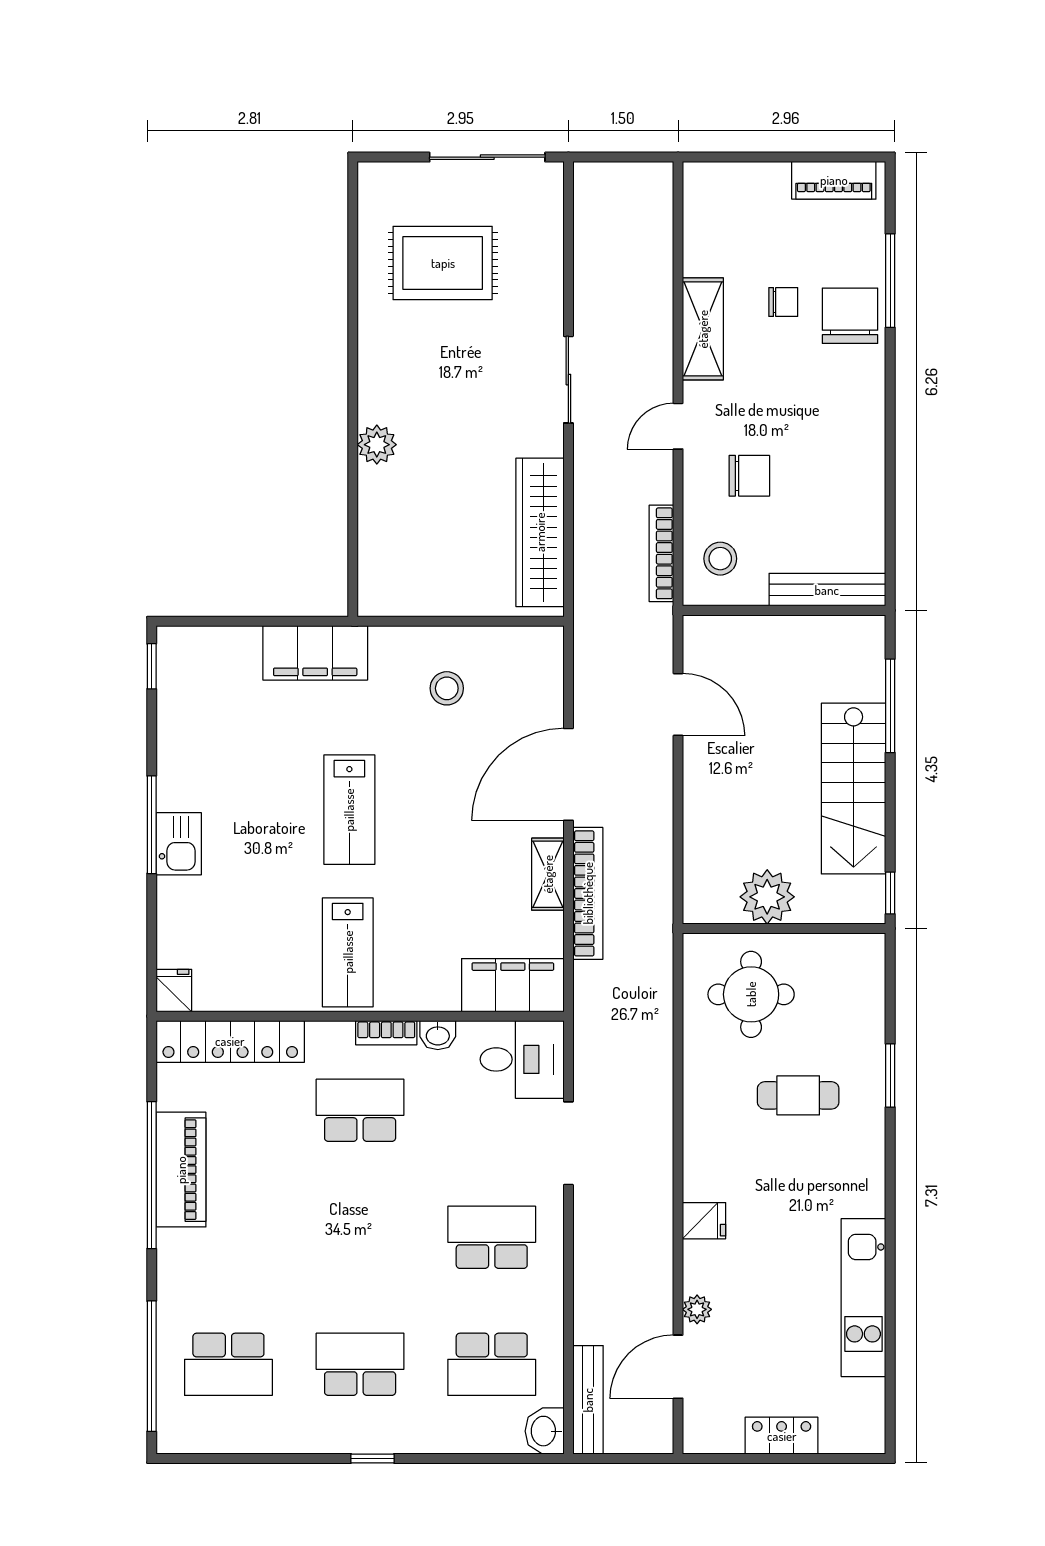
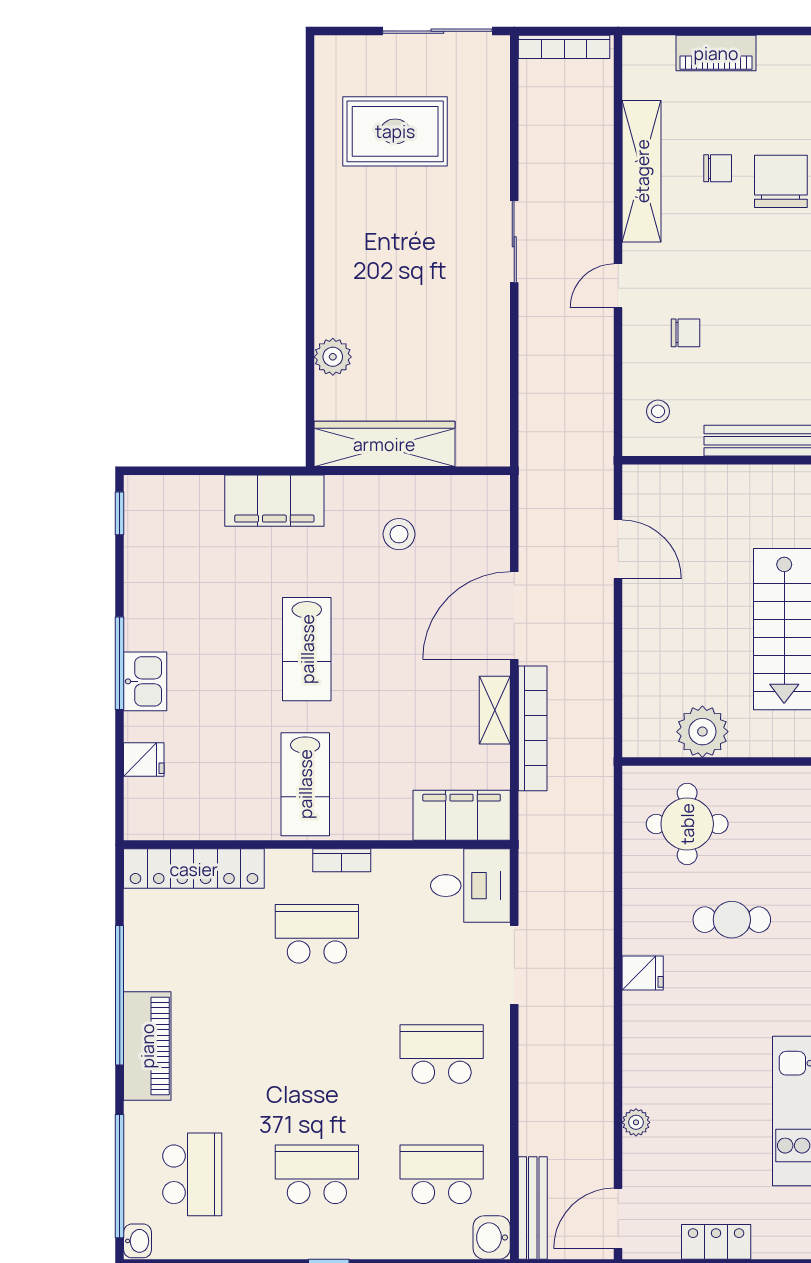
piano: (834, 180) -> (716, 53), moved
shelving: (703, 329) -> (642, 171), width x1.47
plant: (377, 445) -> (333, 357), moved
chair: (749, 476) -> (685, 333), width x0.73, depth x0.73
wardrobe: (540, 532) -> (384, 444), moved, turned 90
bookcase: (661, 553) -> (564, 47), moved, turned -90
stool: (720, 559) -> (658, 411), width x0.73, depth x0.73
fridge: (174, 991) -> (144, 760), moved, turned 90
washbasin: (438, 1035) -> (138, 1241), moved, turned -90
piano: (181, 1170) -> (147, 1046), moved
fridge: (704, 1221) -> (643, 973), moved
school desk: (228, 1364) -> (192, 1174), turned -90
school desk: (492, 1364) -> (442, 1174), turned 180
door: (678, 1367) -> (618, 1218), moved

